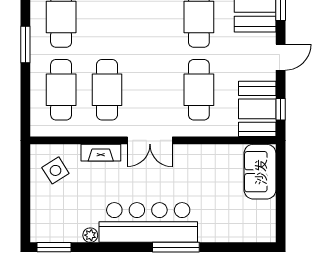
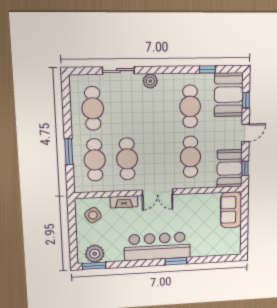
window: (25, 44) -> (69, 152), moved
plant: (90, 235) -> (95, 254), moved, width x1.88, depth x1.88
window: (176, 247) -> (176, 261), width x0.69

